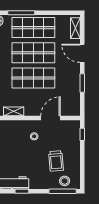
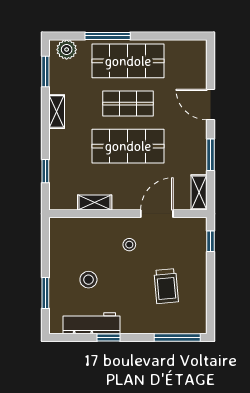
shelving: (75, 28) -> (199, 192), moved
shop shelf: (33, 53) -> (128, 104), width x0.70, depth x0.74
stool: (65, 181) -> (88, 280), moved

